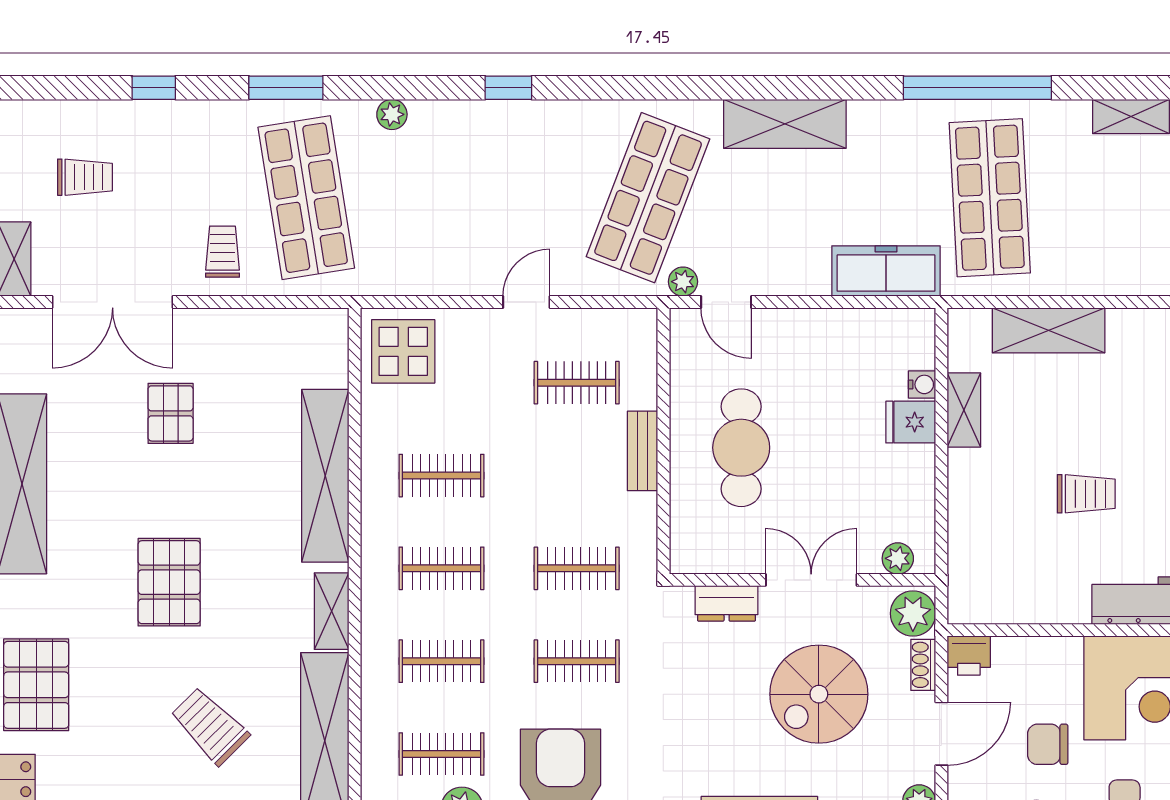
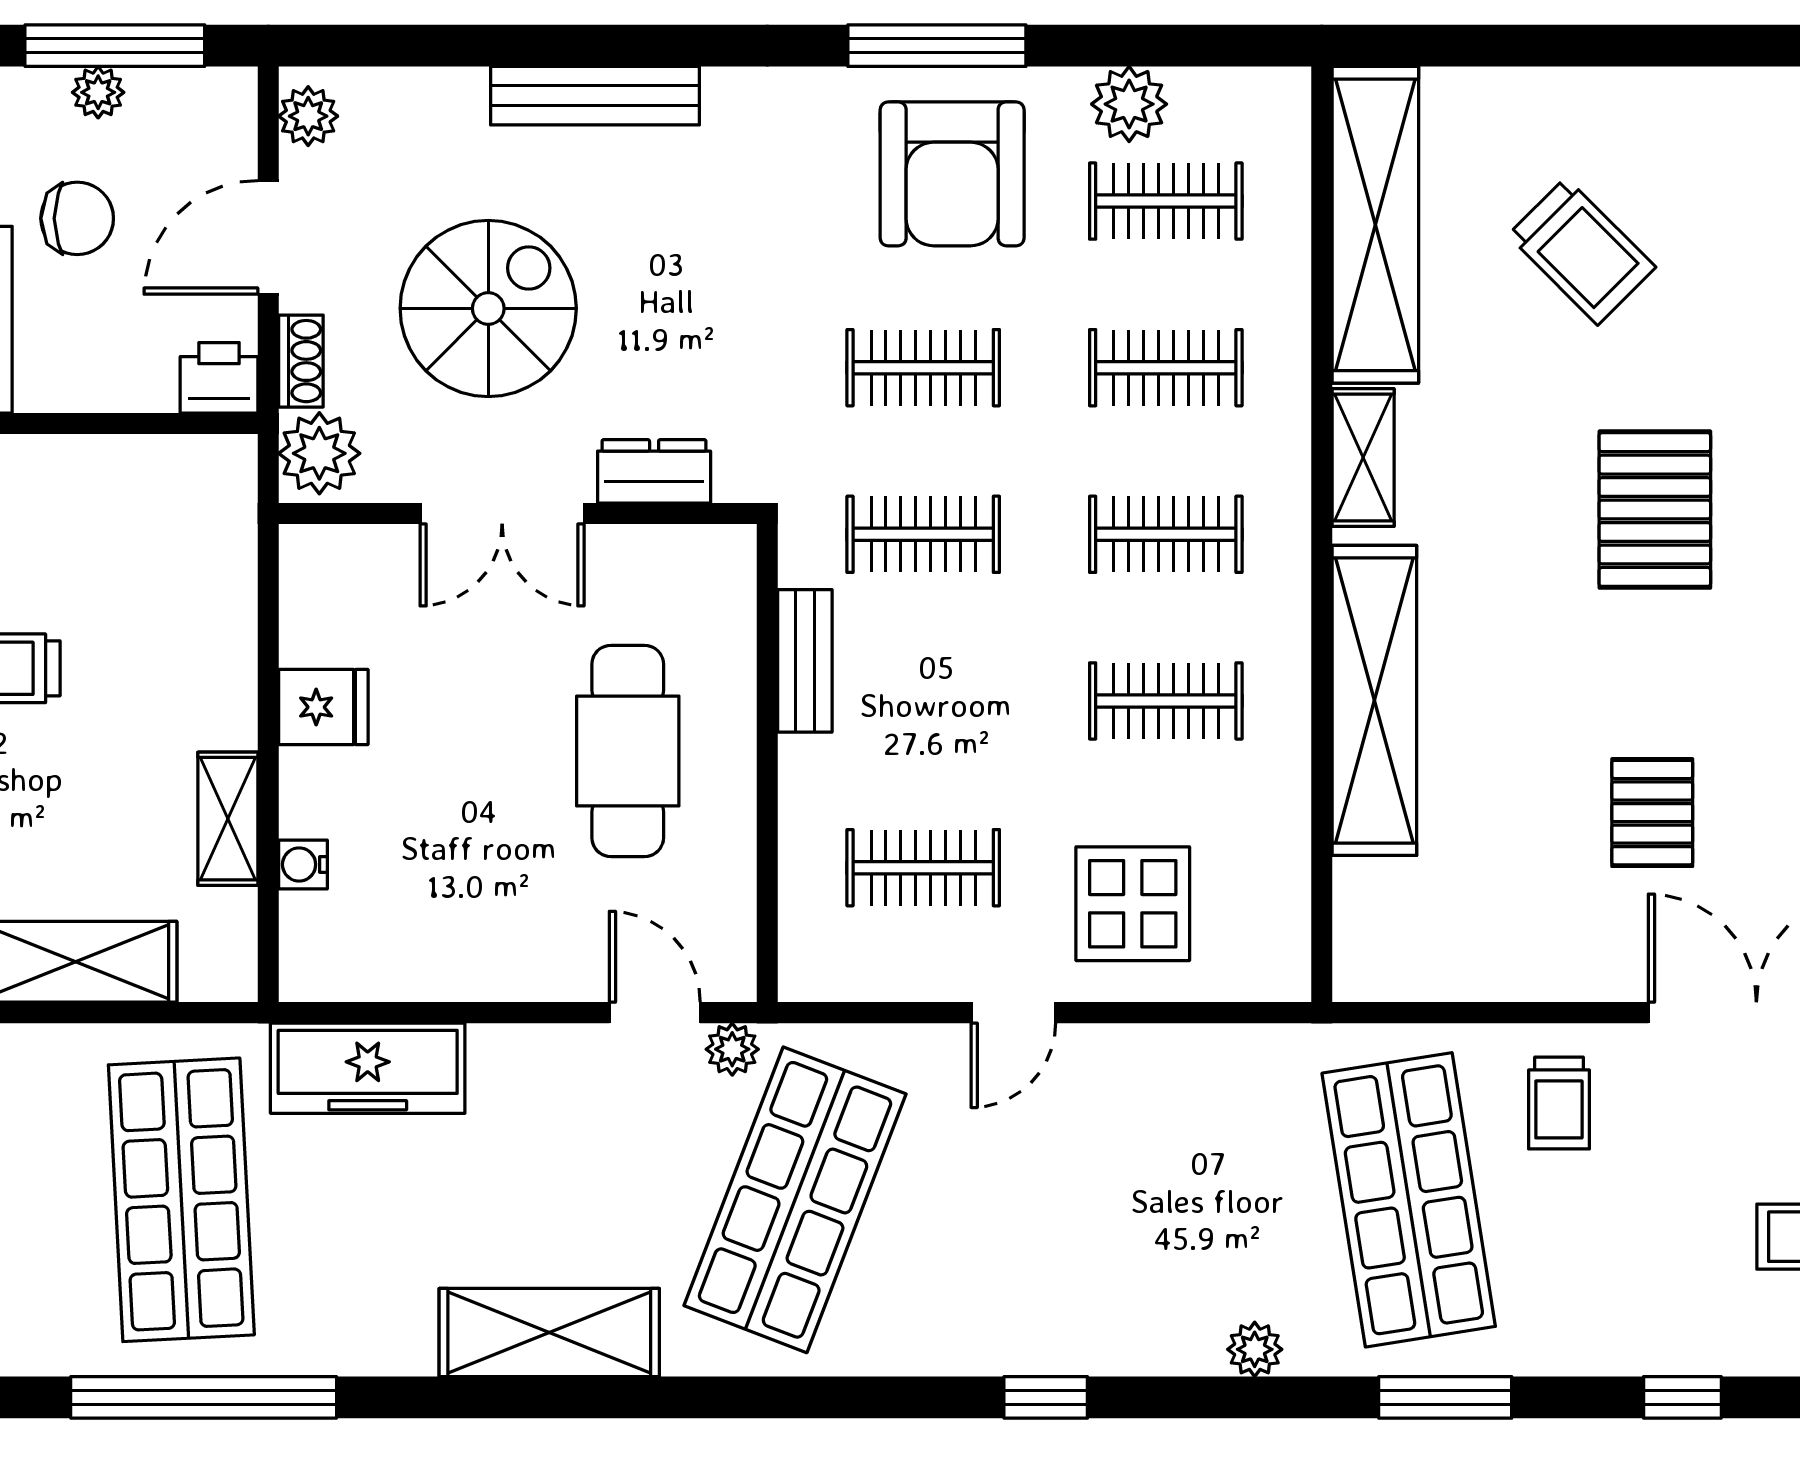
display table: (403, 351) -> (1133, 904), moved
fridge: (911, 422) -> (323, 707), moved
bench: (643, 451) -> (805, 661), moved
plant: (898, 558) -> (347, 552), removed

